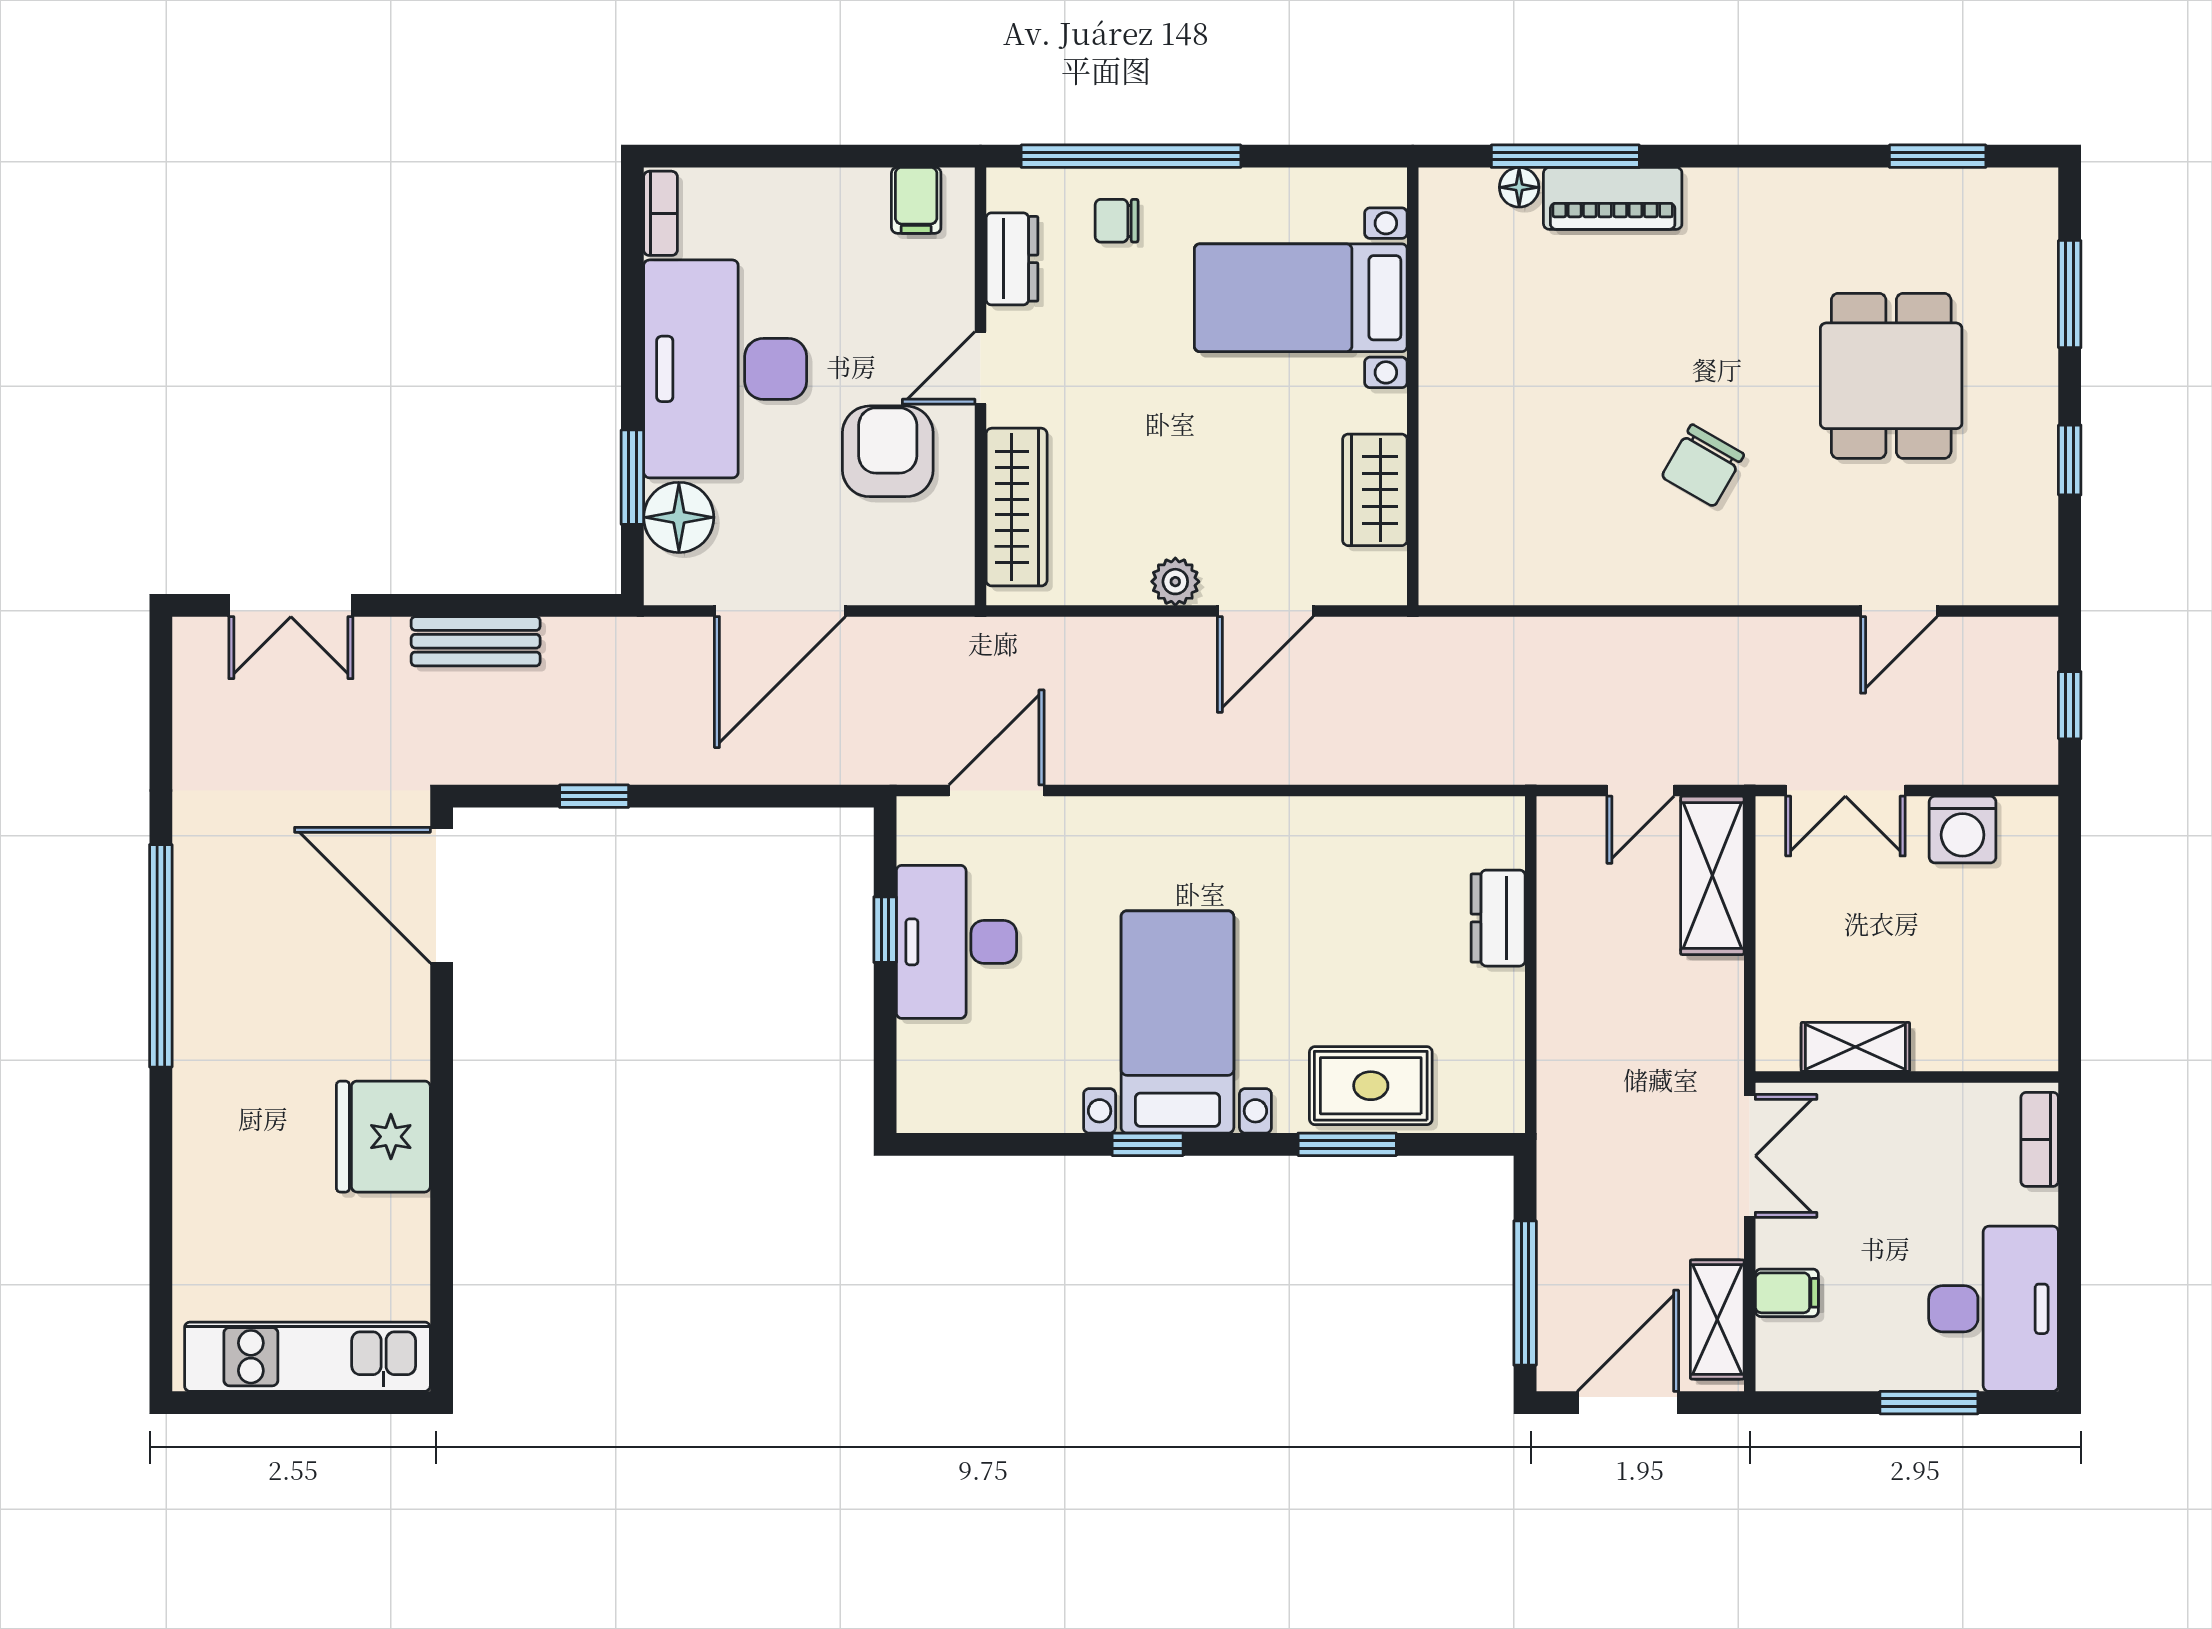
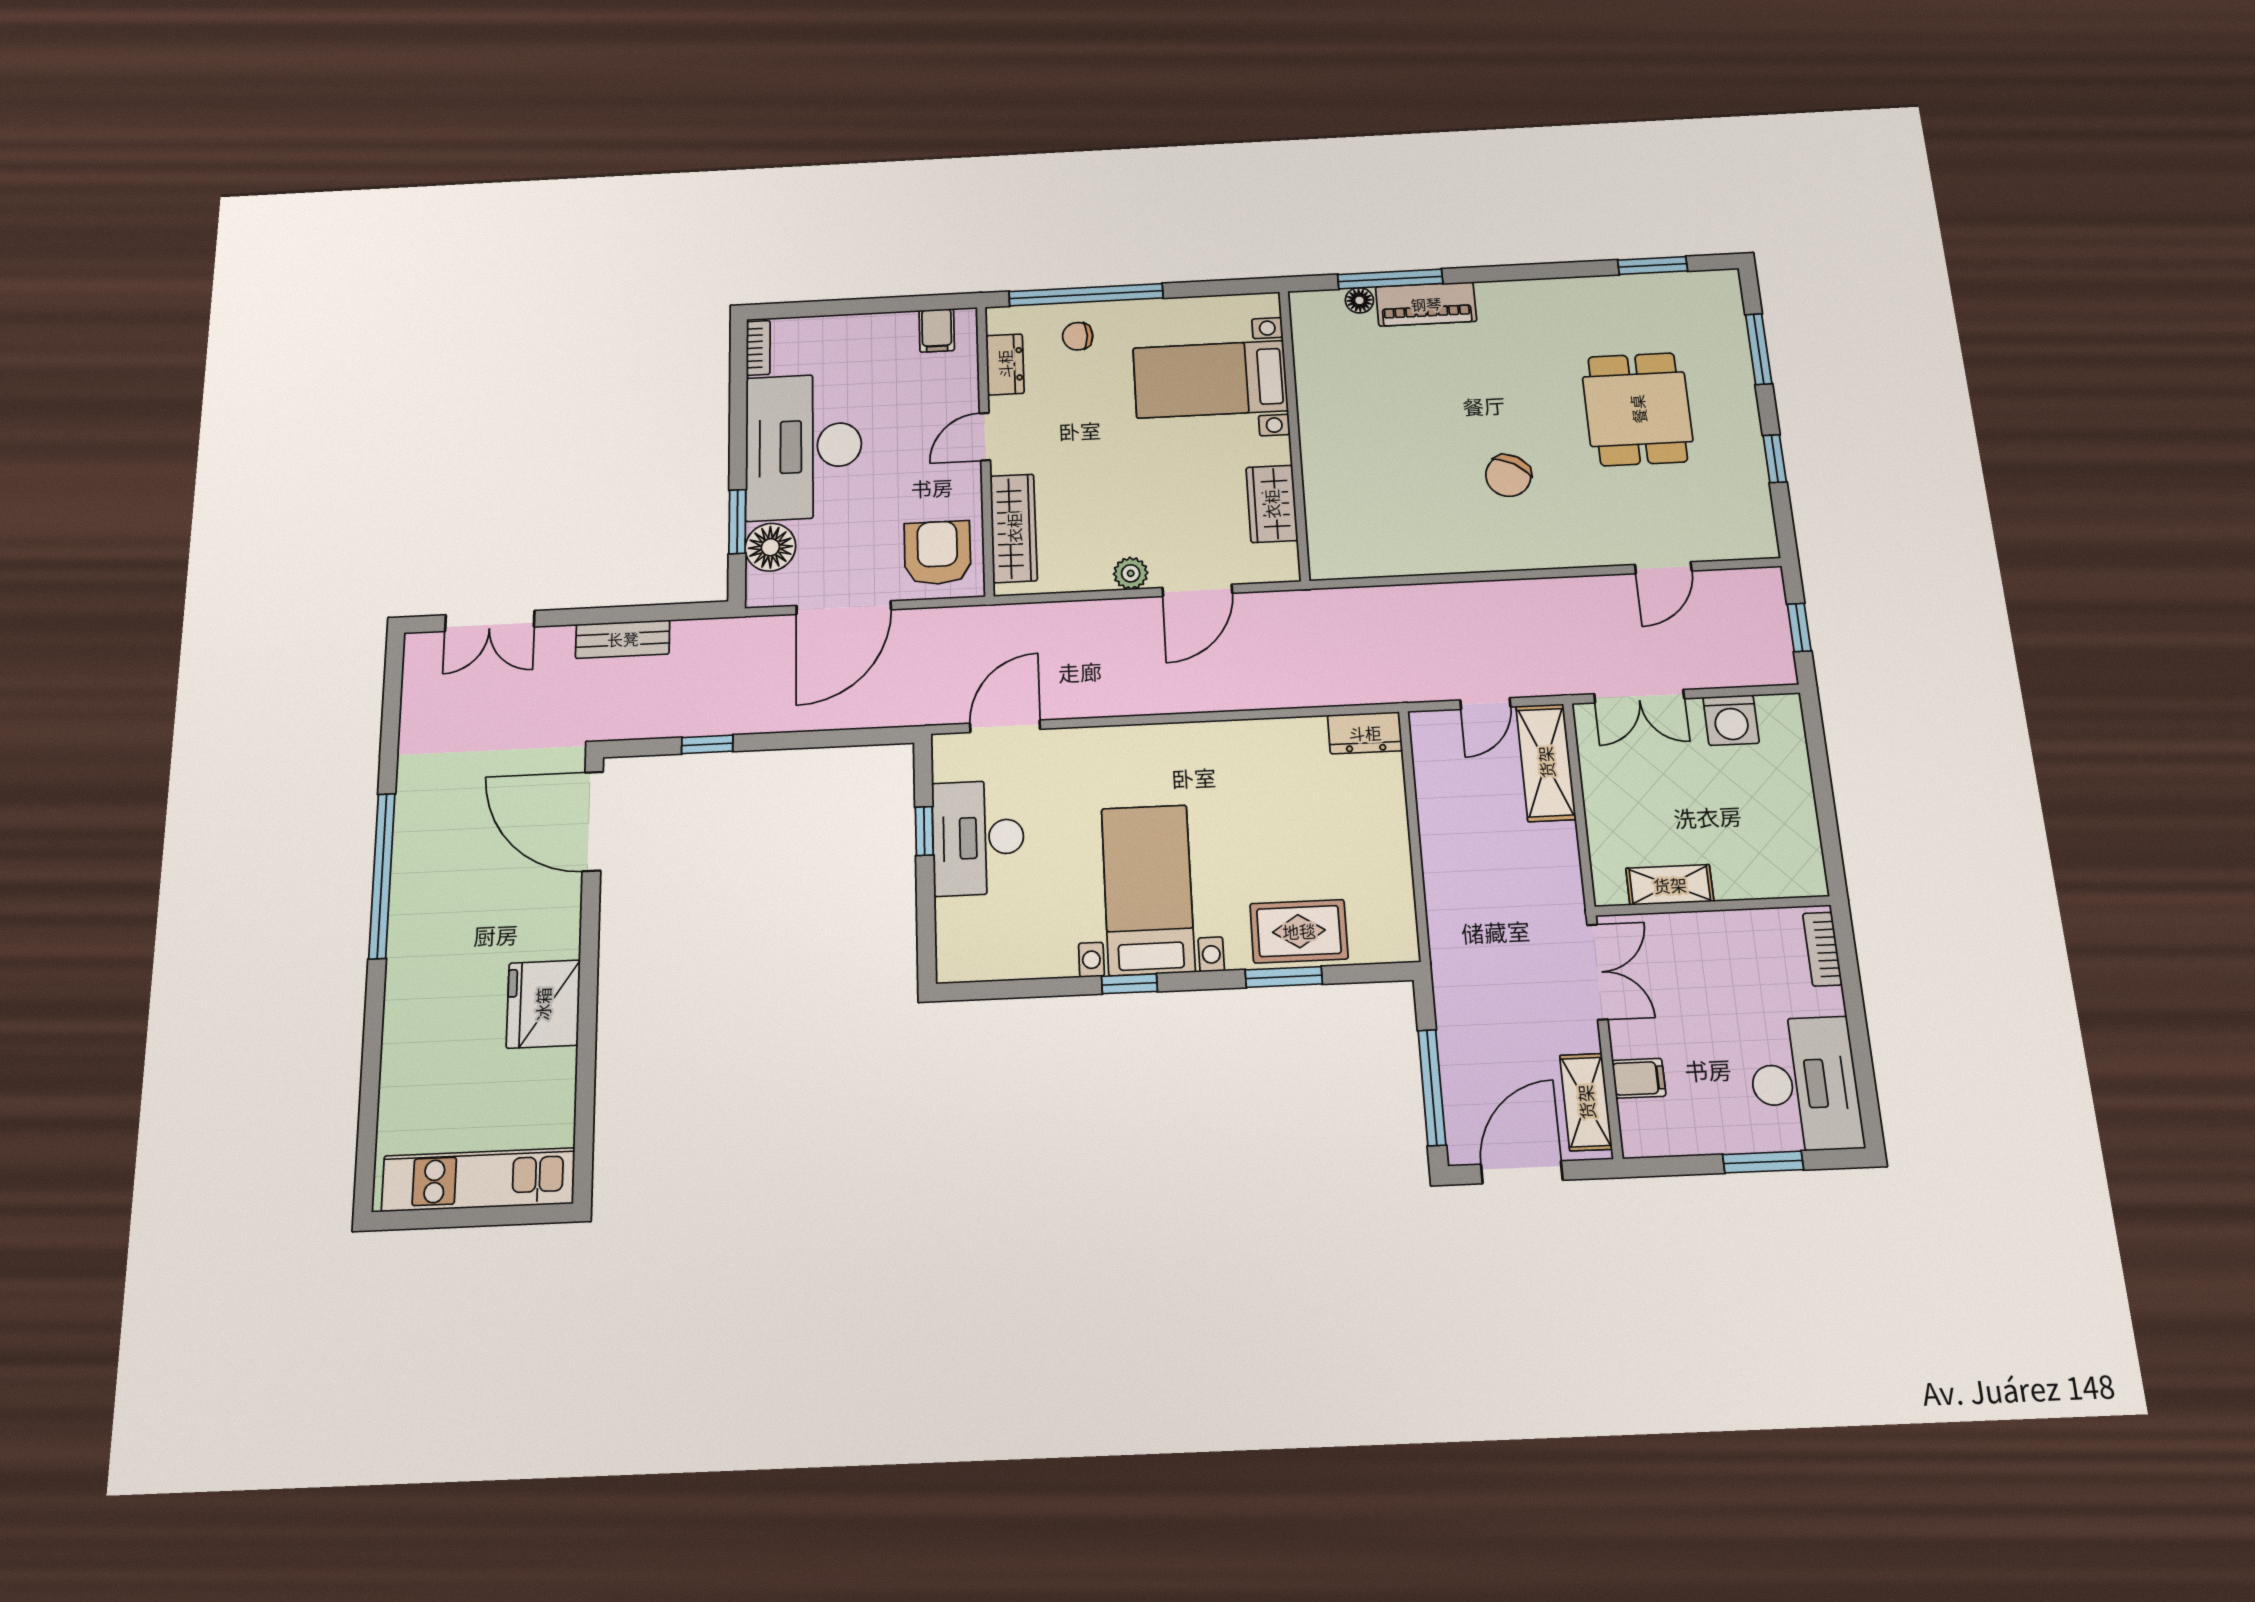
armchair: (888, 451) -> (937, 553), moved
dresser: (1498, 918) -> (1365, 733), moved, turned -90

